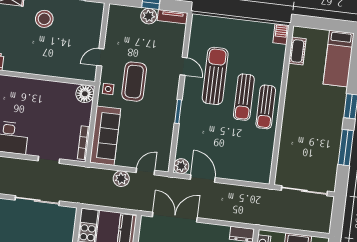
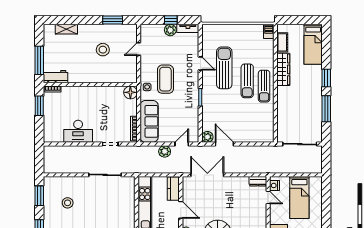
stool: (44, 19) -> (103, 50), moved
door: (100, 57) -> (139, 49), moved
wardrobe: (294, 88) -> (283, 69), added

